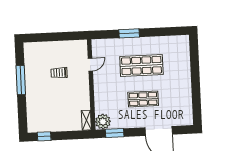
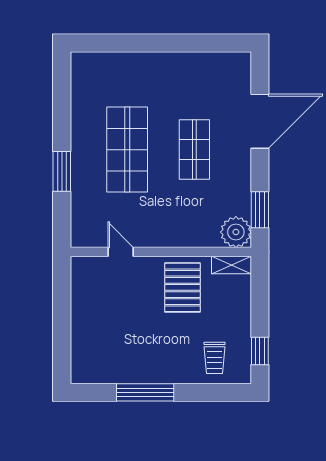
trolley: (59, 73) -> (215, 358), moved
pallet: (74, 96) -> (182, 287), added

